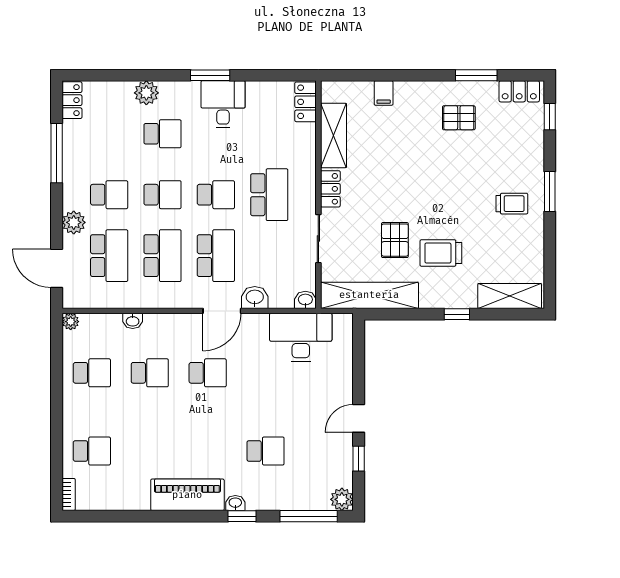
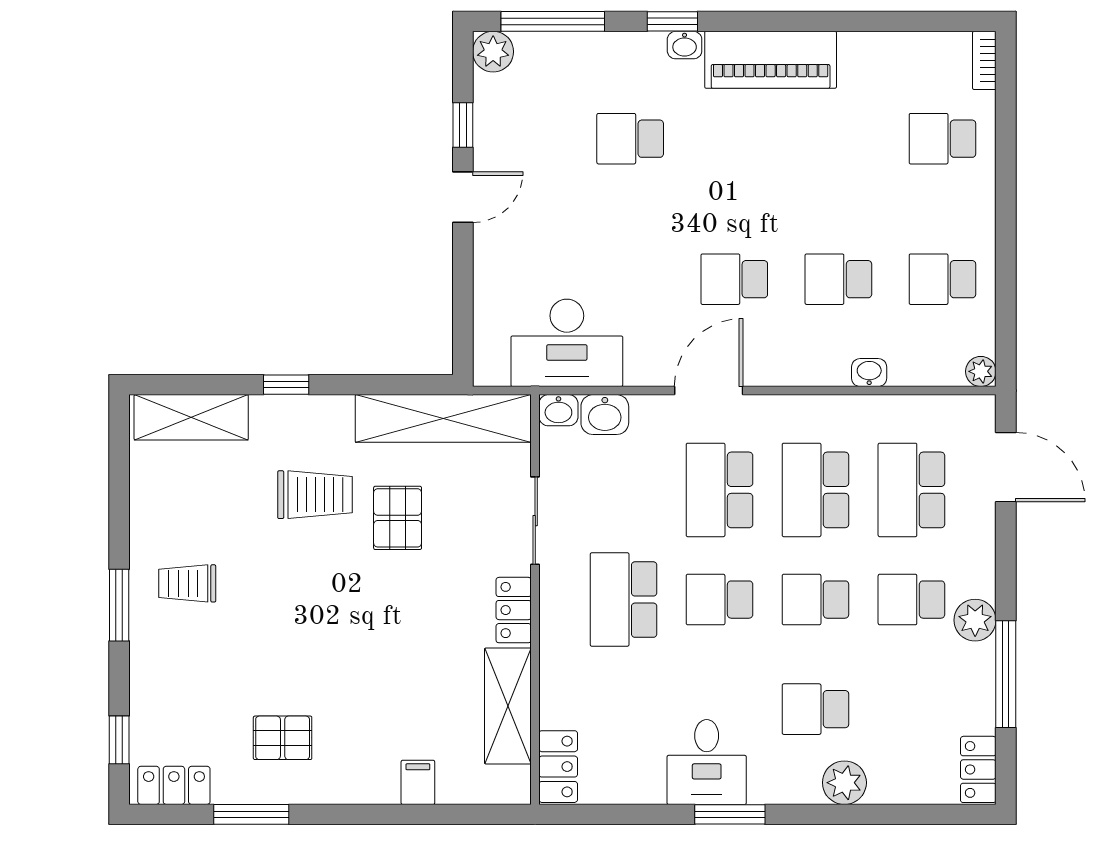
plant: (74, 222) -> (975, 620), moved
washbasin: (255, 298) -> (605, 415), moved

